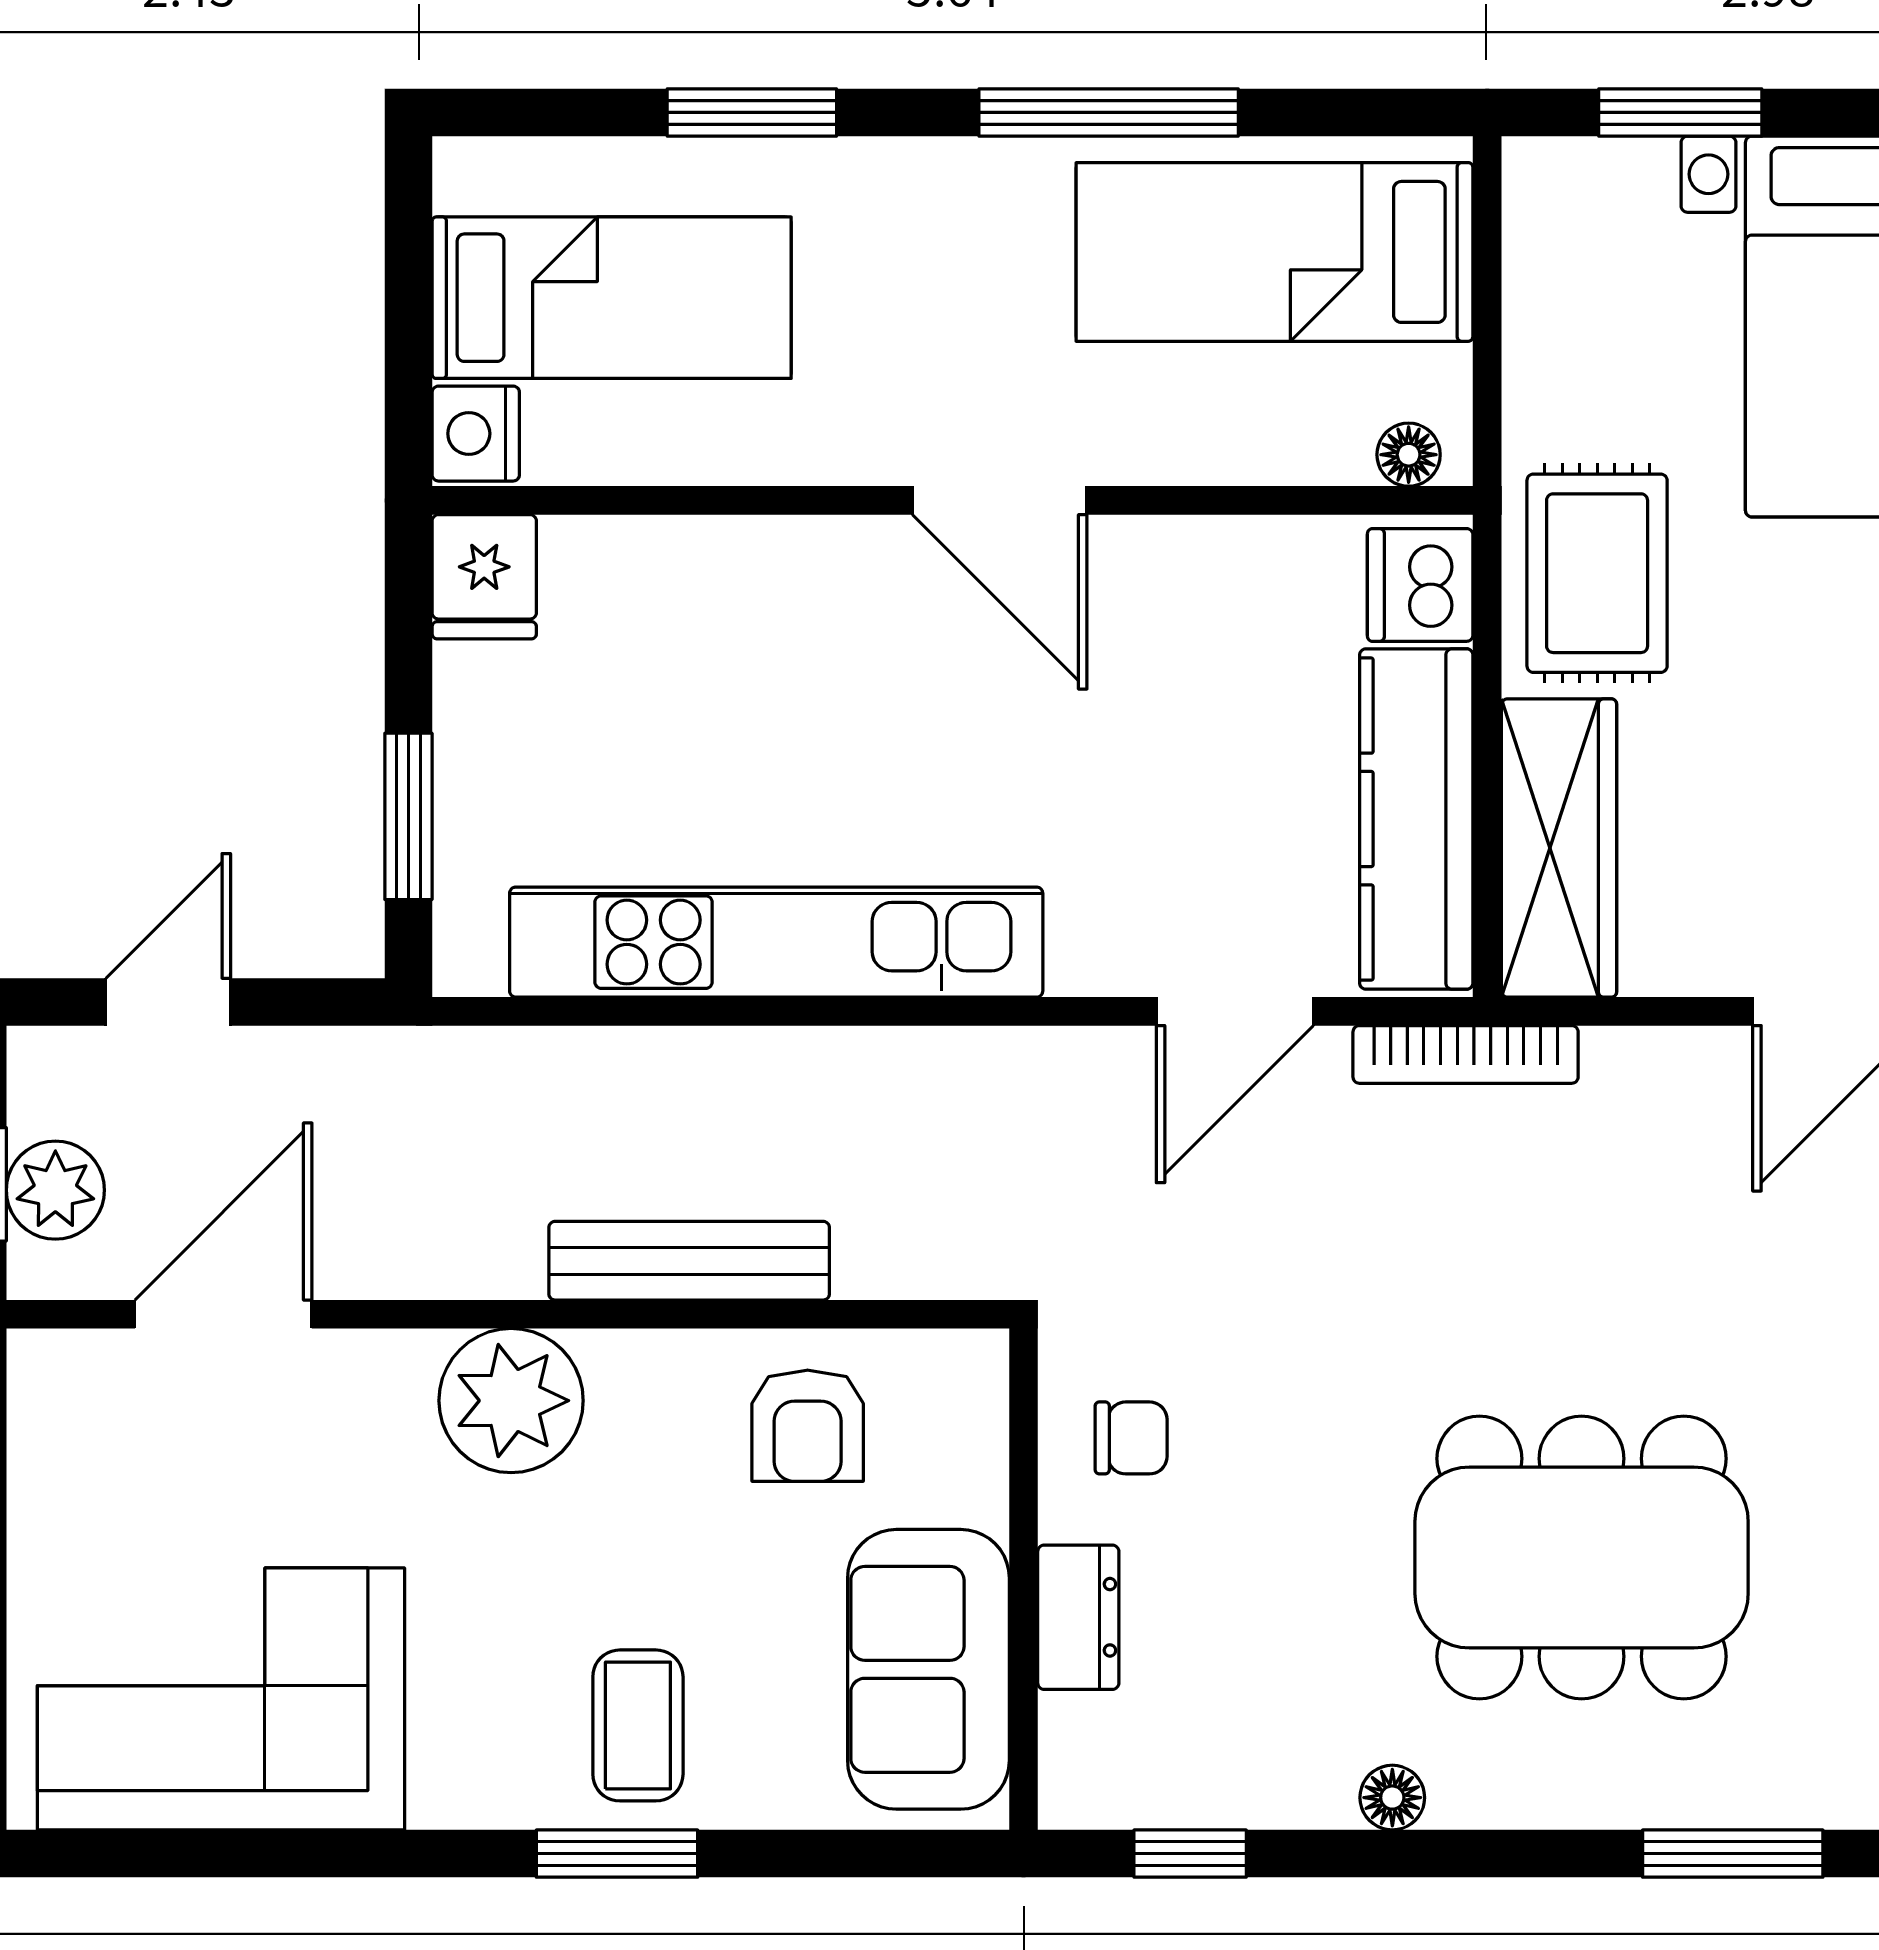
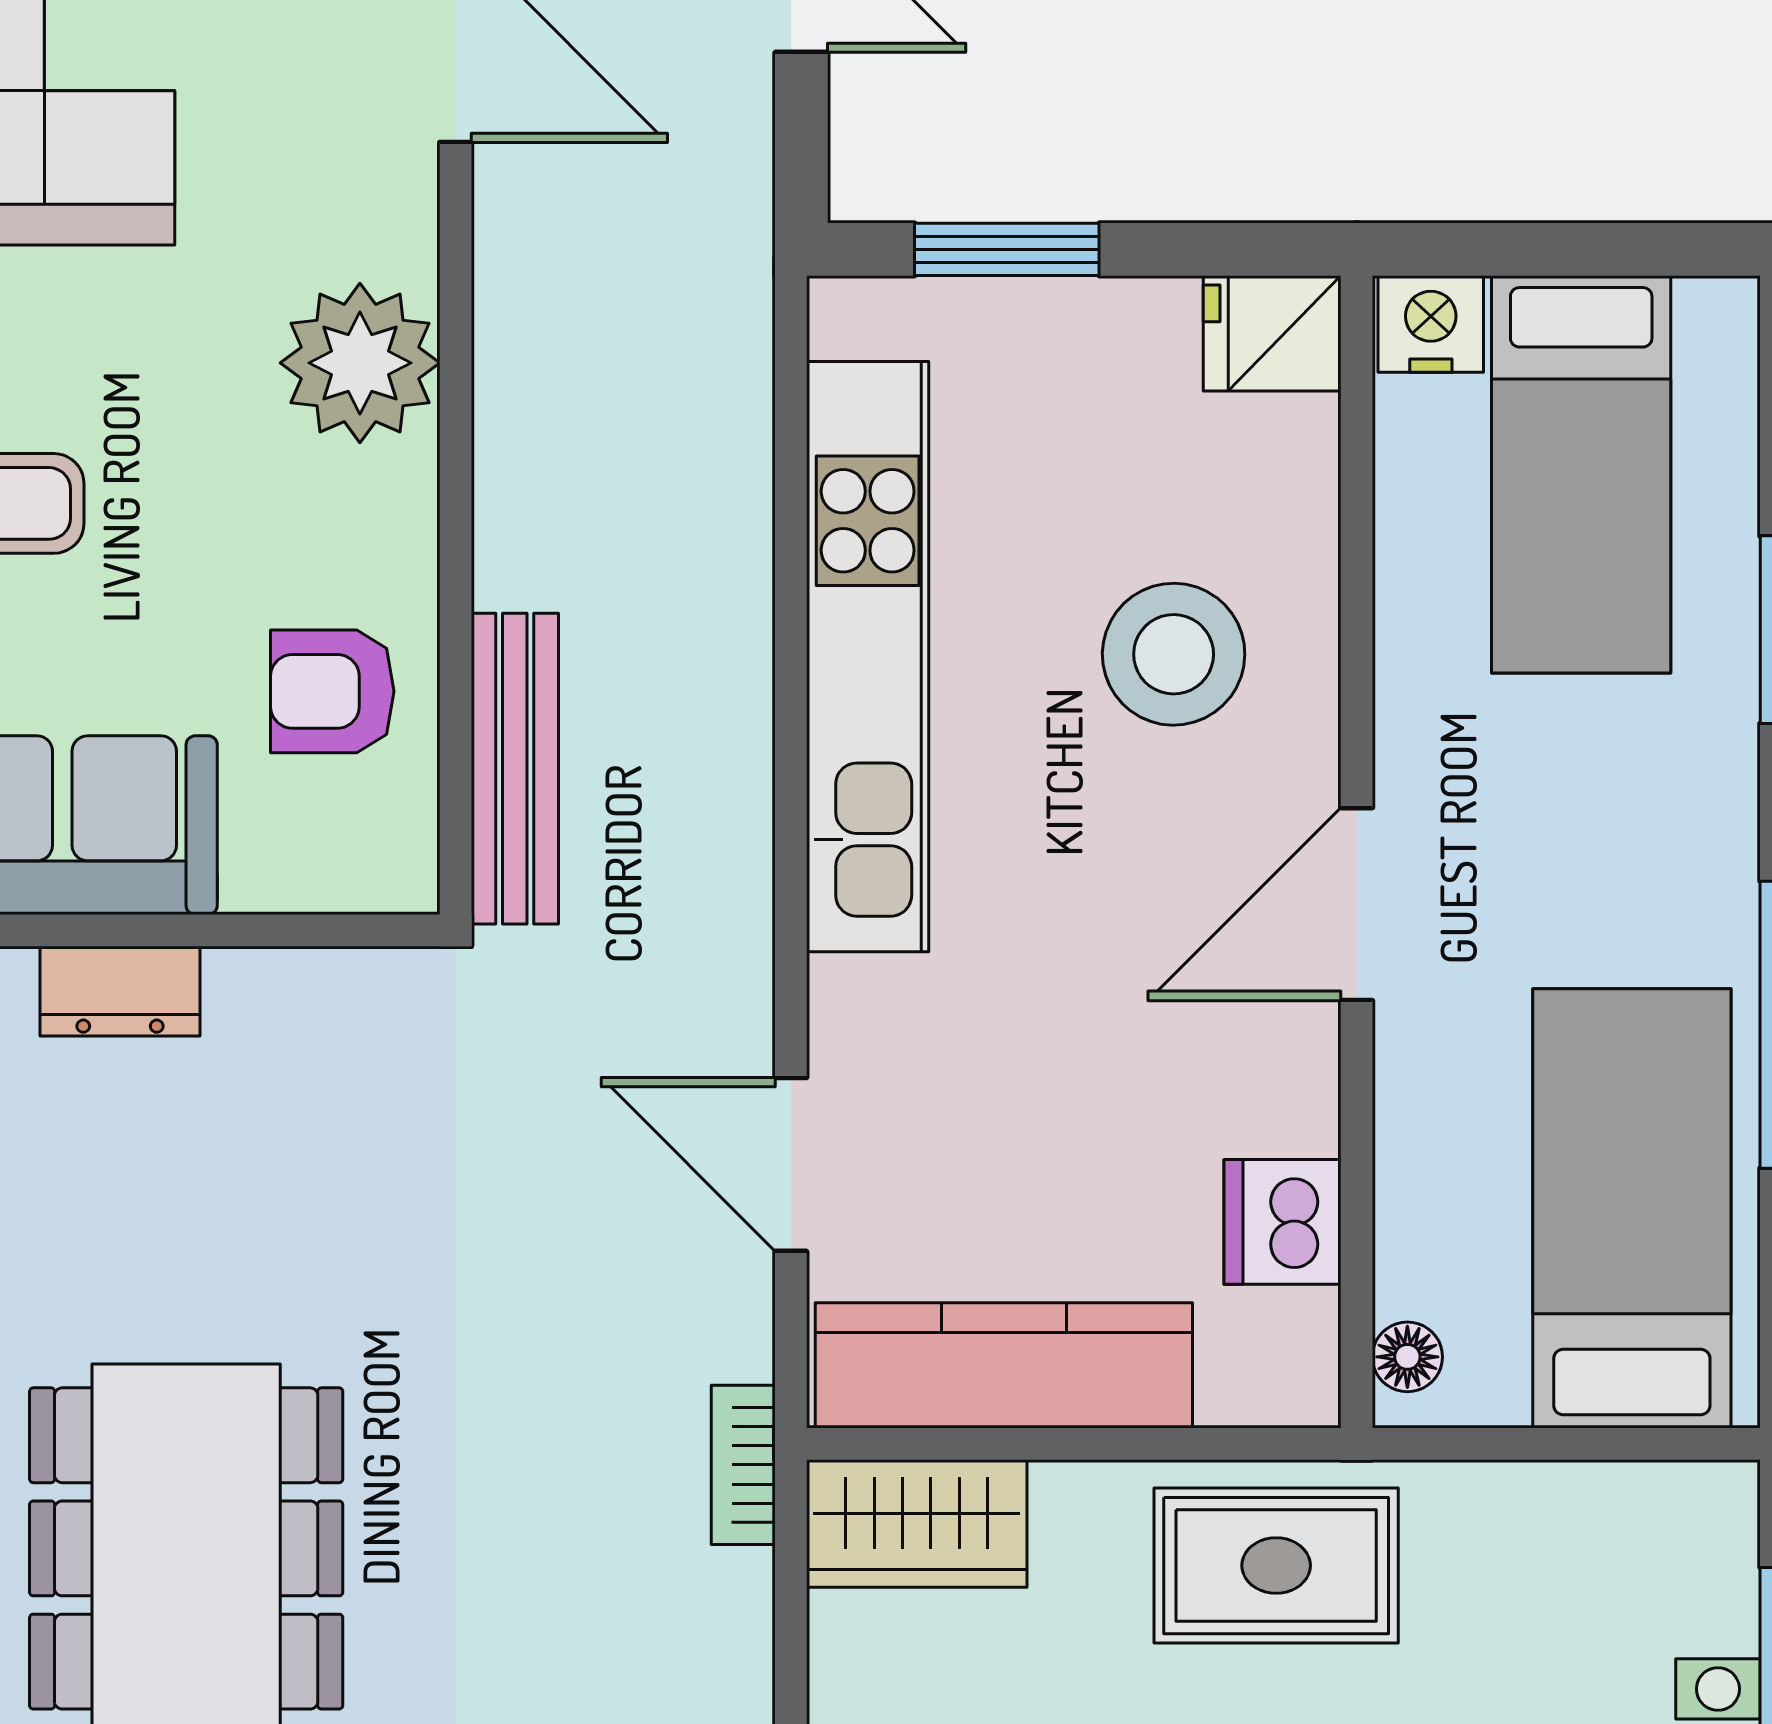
dishwasher: (1420, 585) -> (1283, 1222), moved, turned -90
stool: (774, 666) -> (1174, 654), added
wardrobe: (1559, 848) -> (917, 1523), width x0.67
bookcase: (1466, 1054) -> (743, 1465), width x0.64
bench: (689, 1261) -> (515, 769), moved
chair: (1131, 1438) -> (319, 1050), removed

